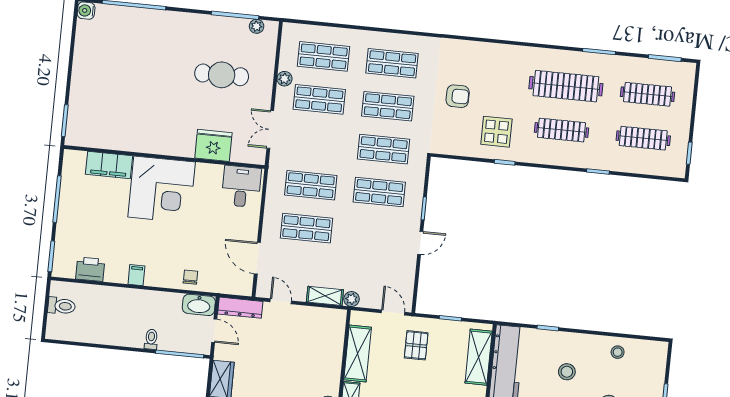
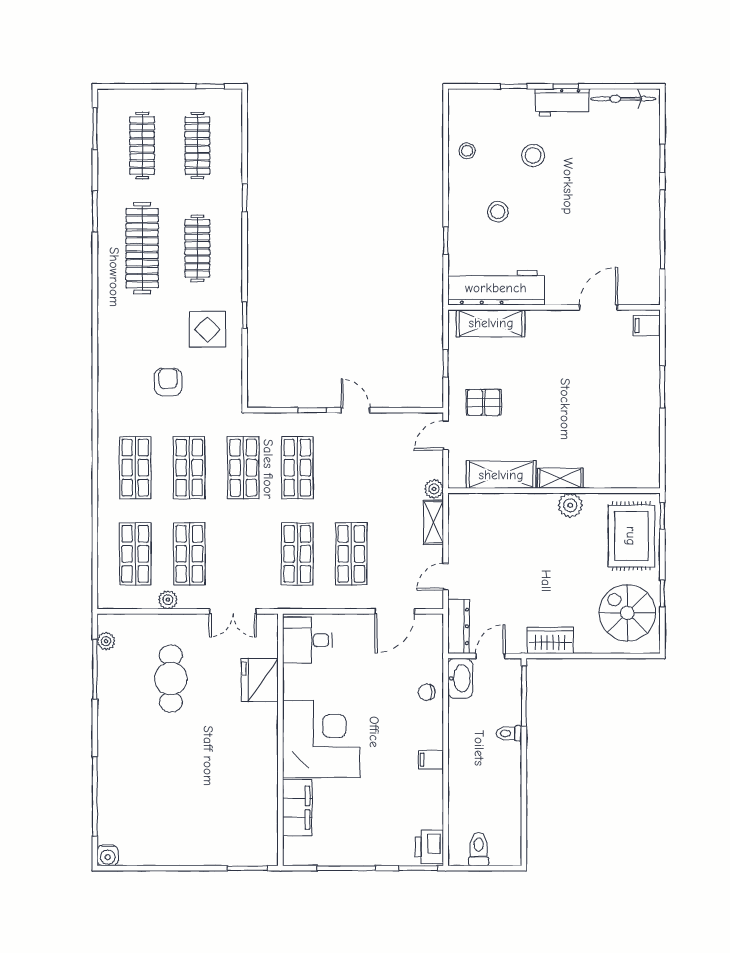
printer: (90, 269) -> (429, 847), moved

